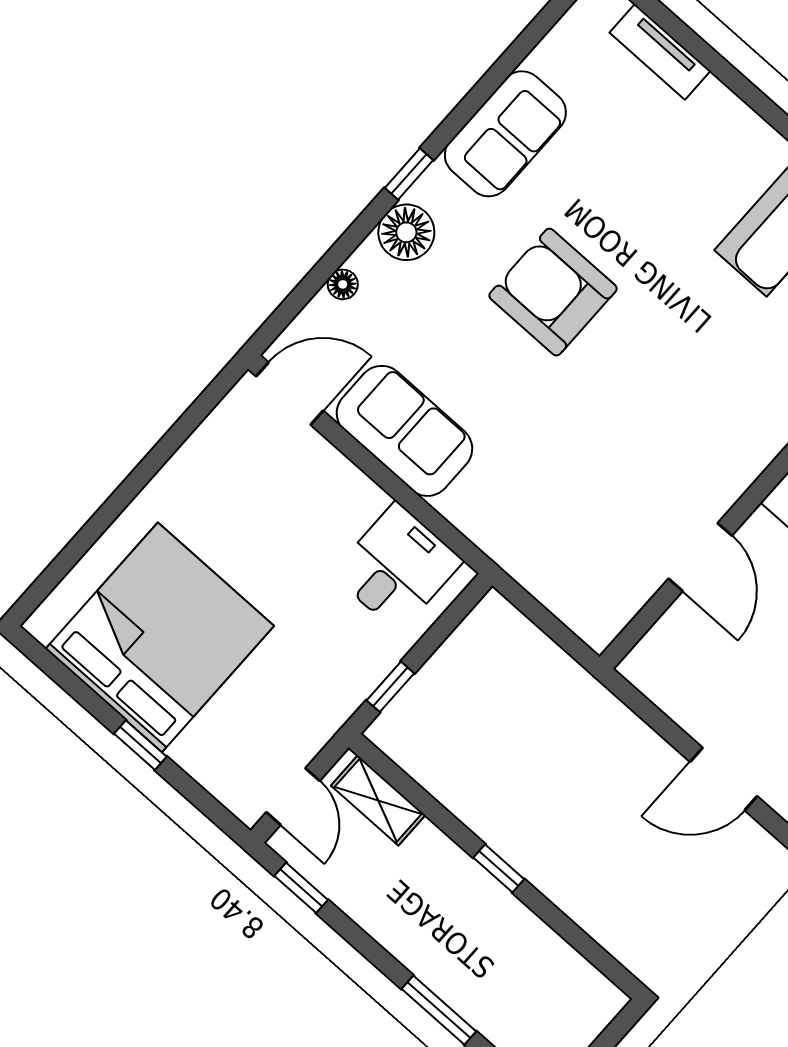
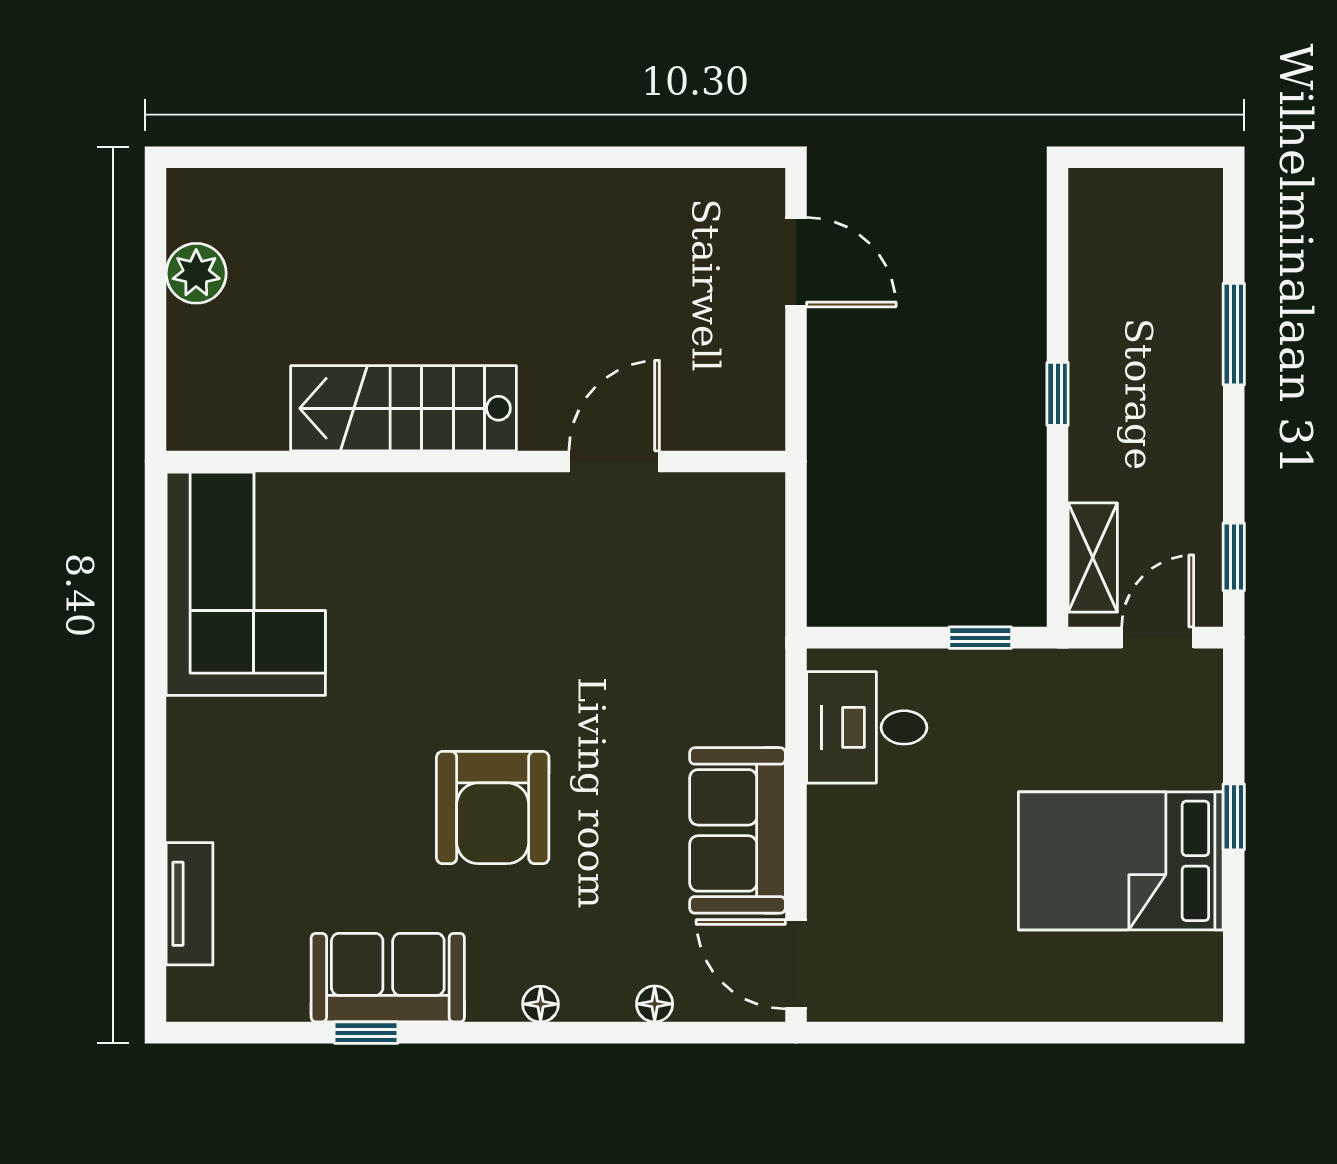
window: (409, 174) -> (366, 1033), moved
floor lamp: (406, 232) -> (541, 1004), width x0.53, depth x0.53
bed: (160, 637) -> (1121, 861), width x0.73

